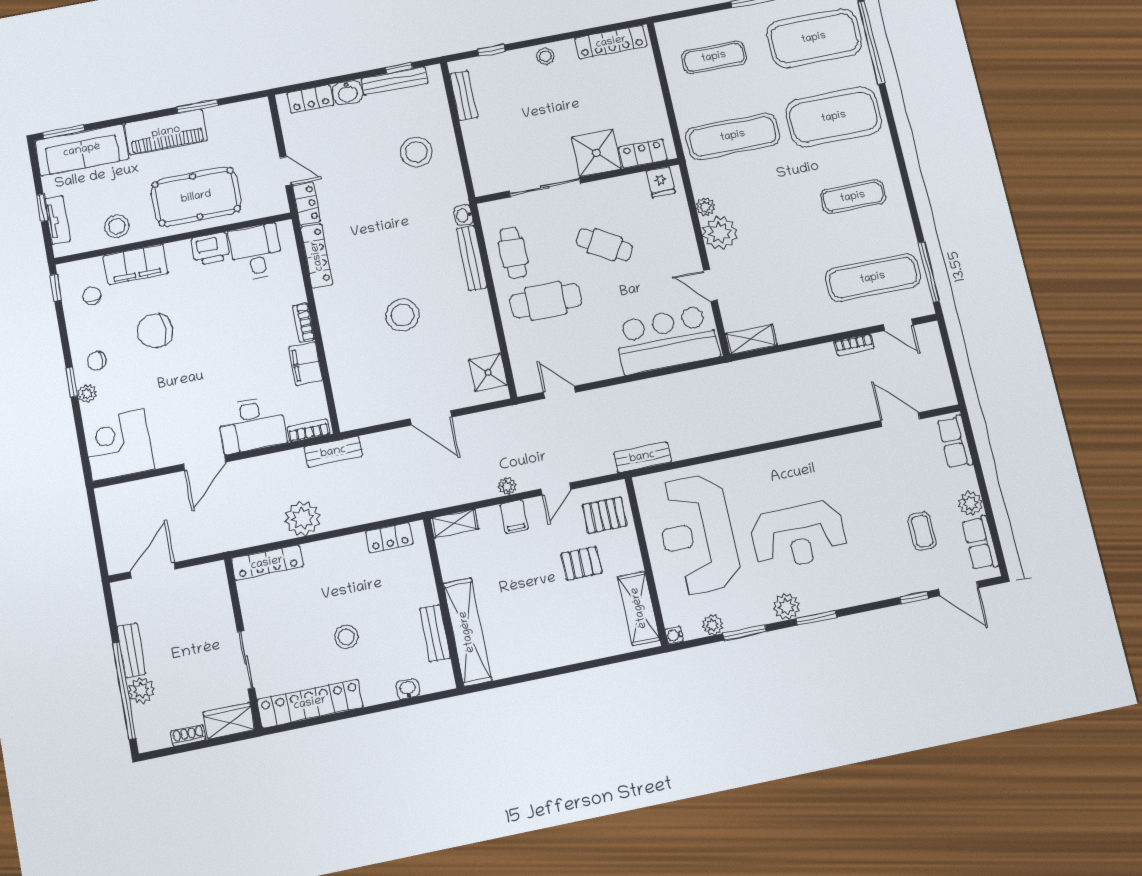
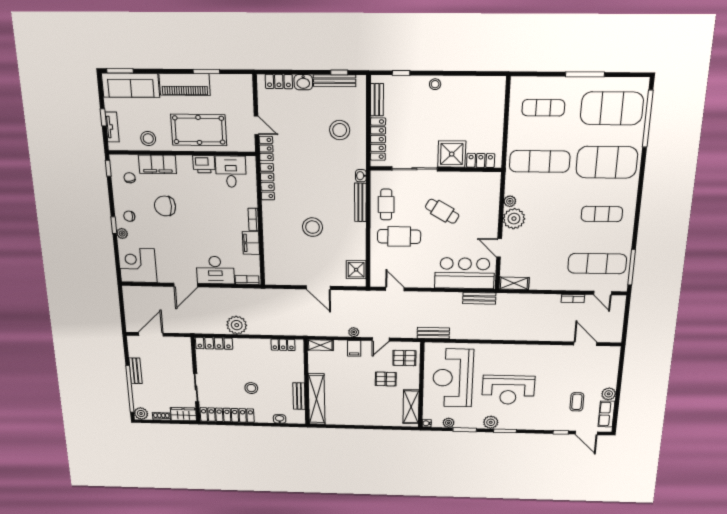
locker: (611, 42) -> (378, 139), moved, turned -90
fridge: (661, 182) -> (487, 180), removed
row of seats: (955, 442) -> (612, 361), removed
bench: (333, 452) -> (479, 298), moved
plant: (141, 690) -> (141, 413), moved

